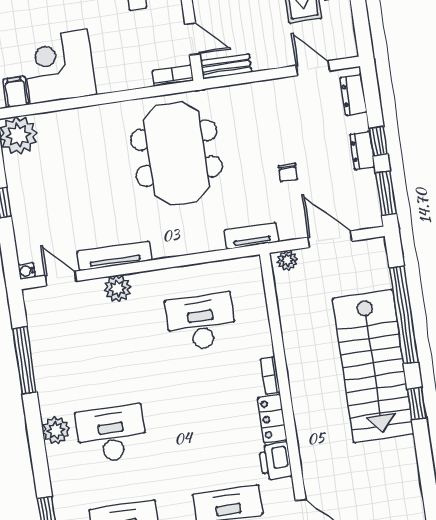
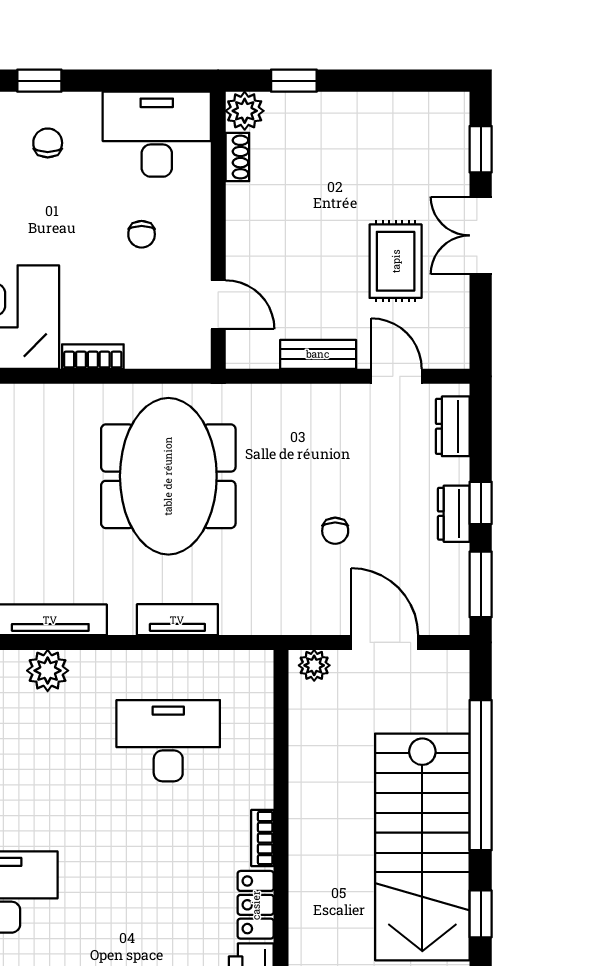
bench: (226, 66) -> (318, 354), moved
bookcase: (173, 76) -> (93, 357), moved
tv unit: (252, 236) -> (177, 620), moved

